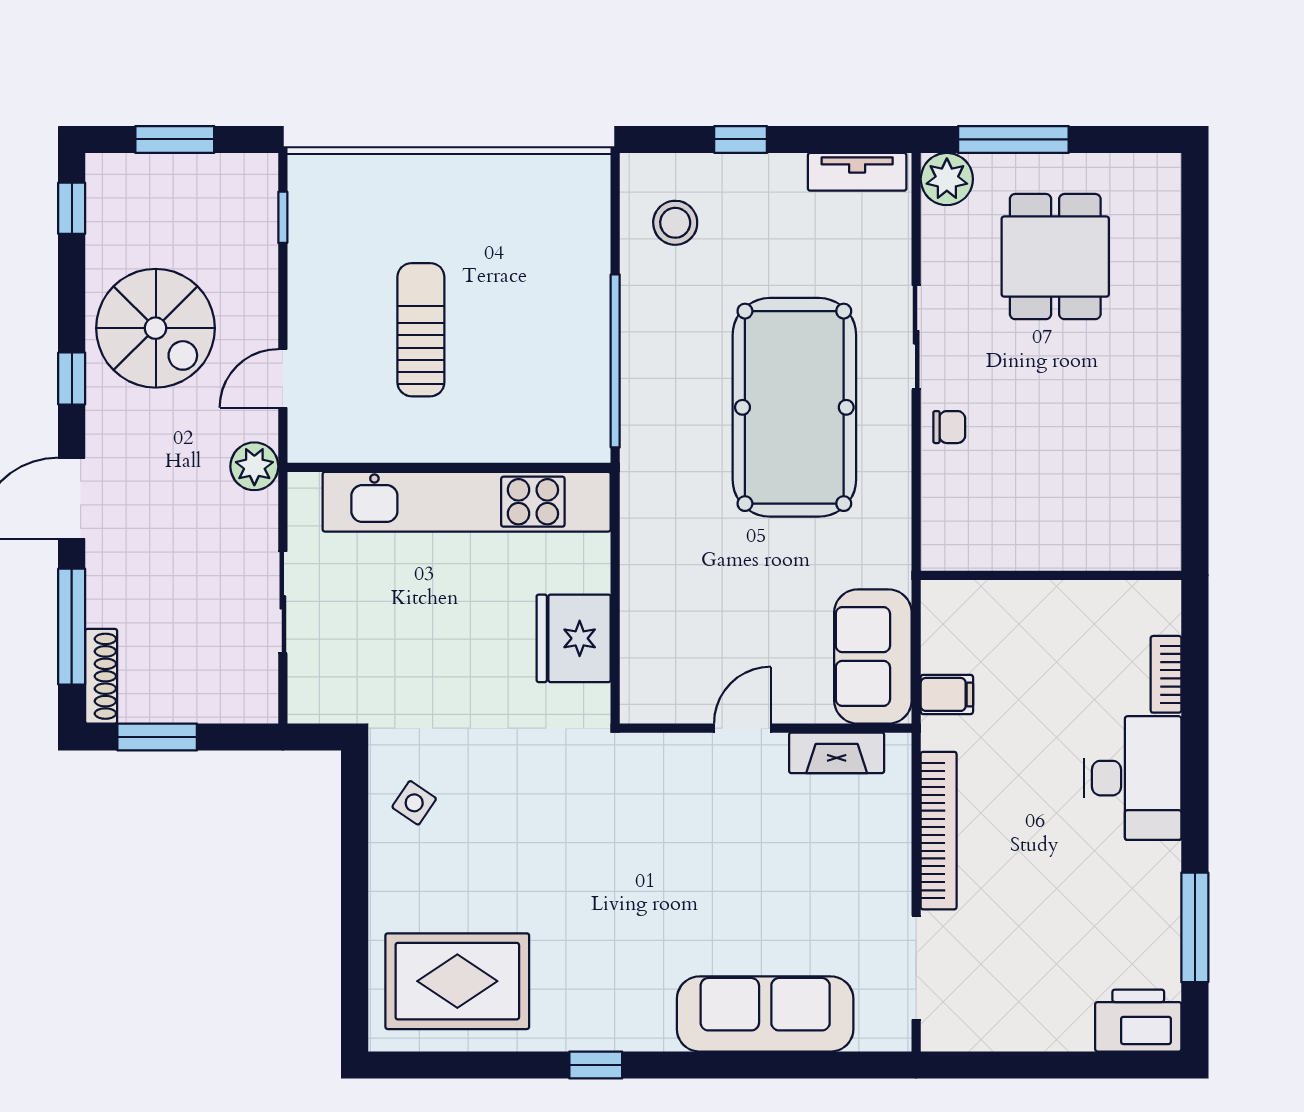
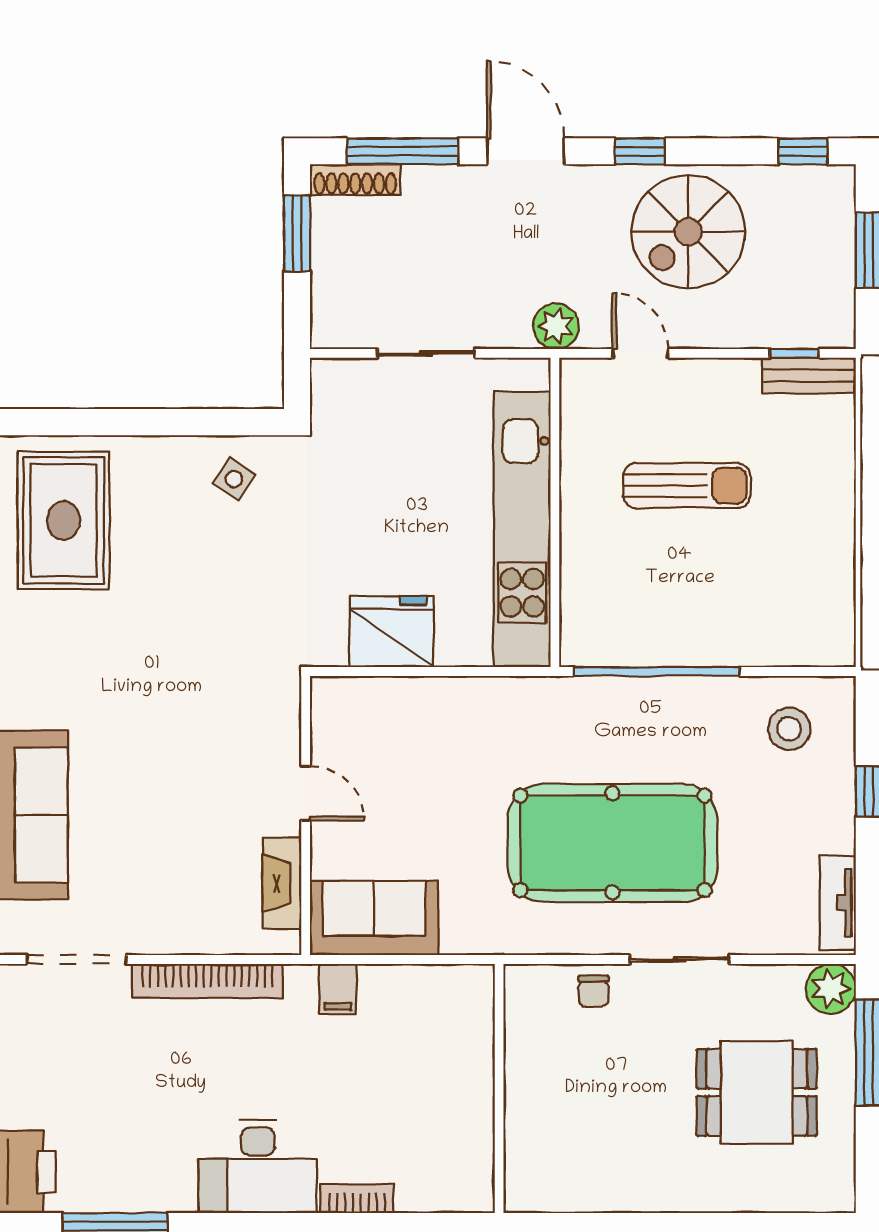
bench: (306, 202) -> (809, 376), added
wall: (1051, 575) -> (499, 1088), moved

